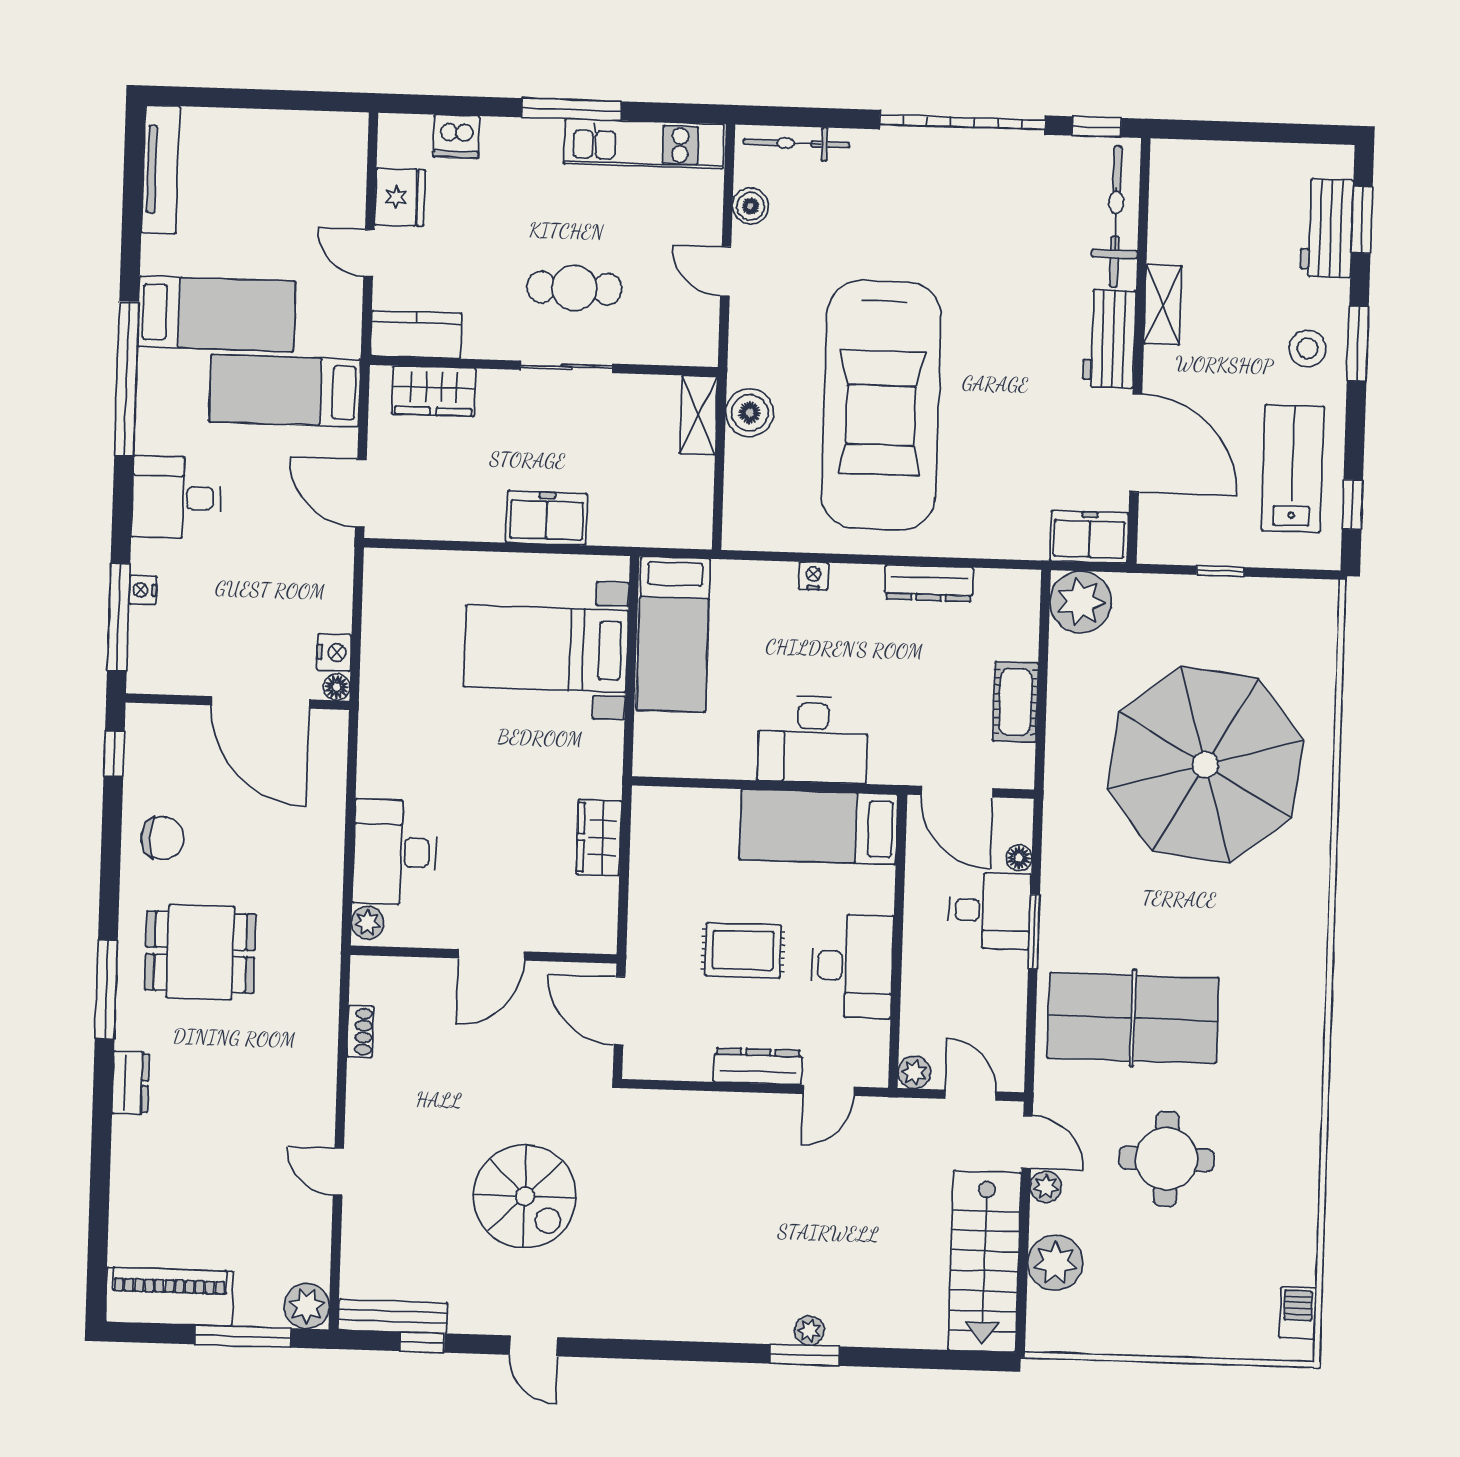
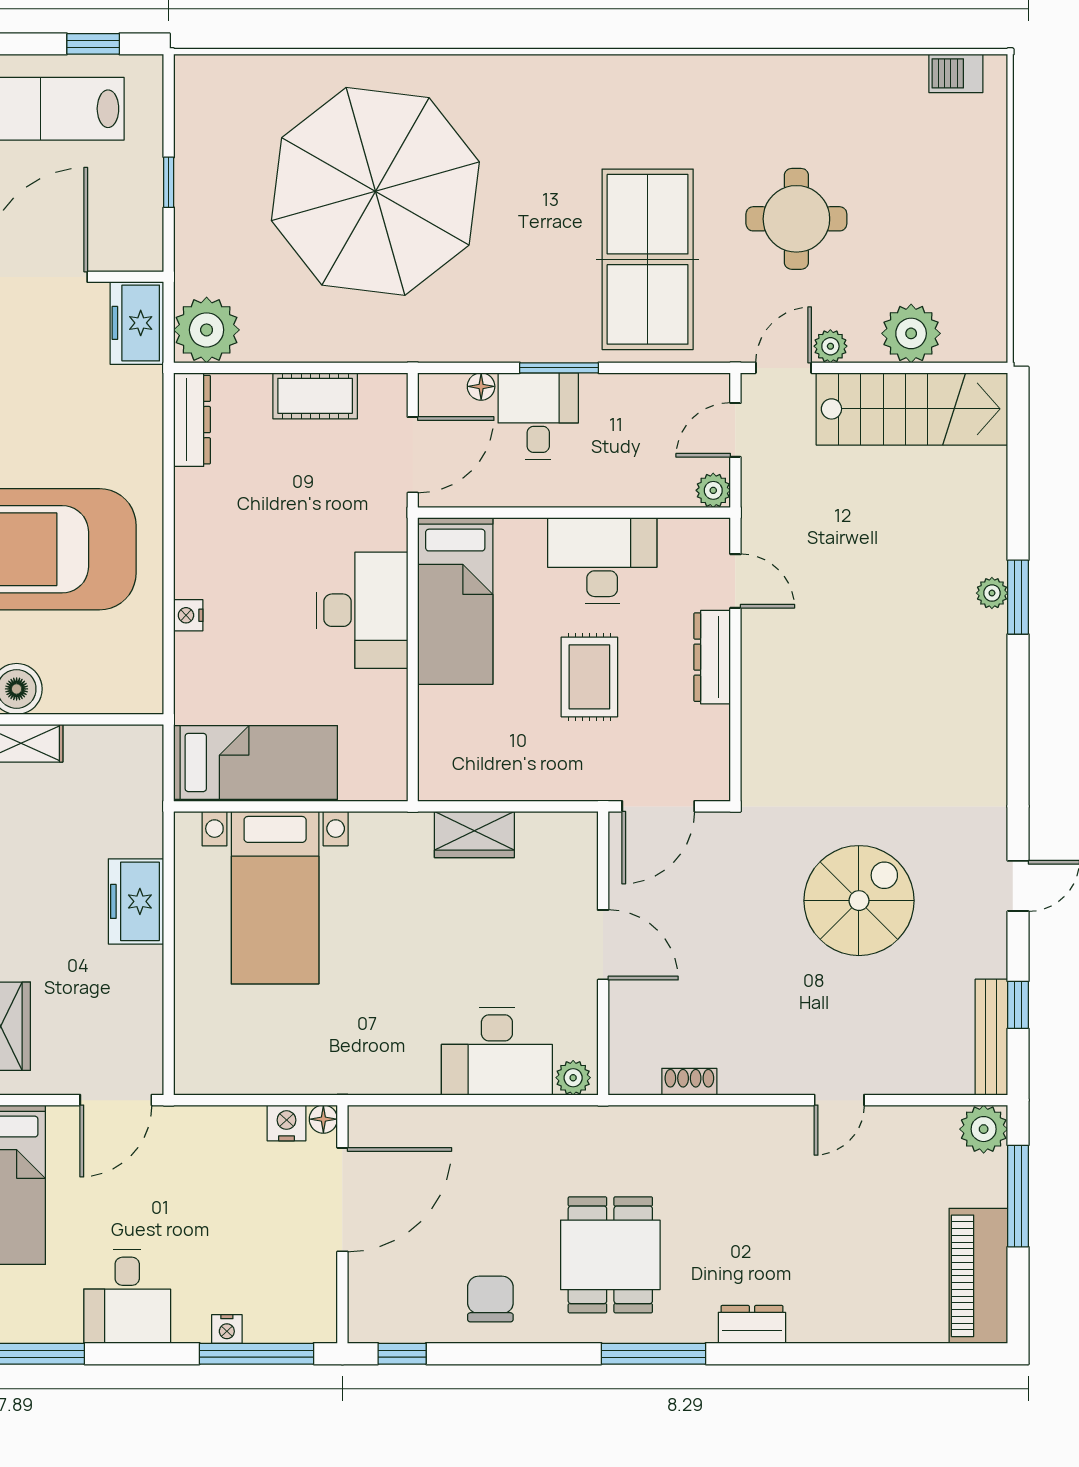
dresser: (929, 583) -> (192, 420), moved

